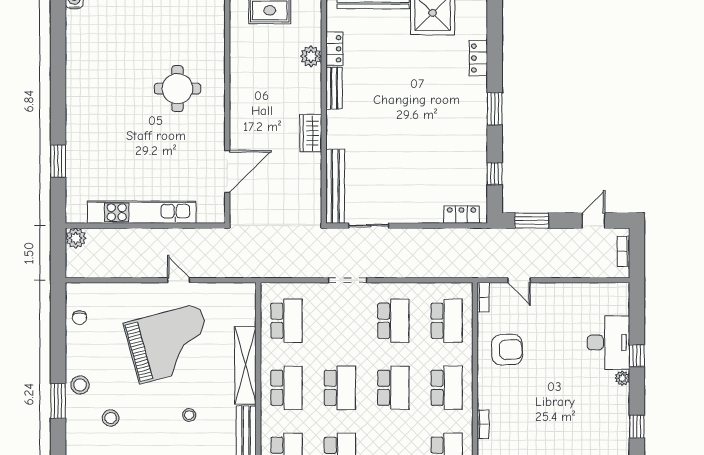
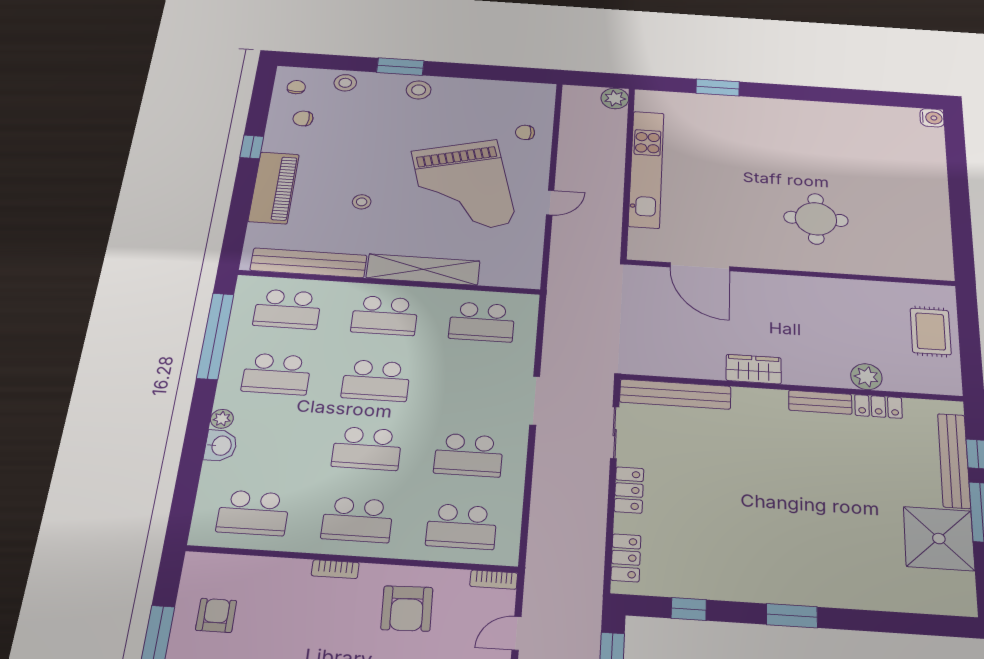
locker: (478, 58) -> (629, 490), moved, turned 90
chair: (79, 318) -> (525, 132), moved
stool: (111, 418) -> (345, 83), moved
bookcase: (483, 424) -> (335, 569), moved

